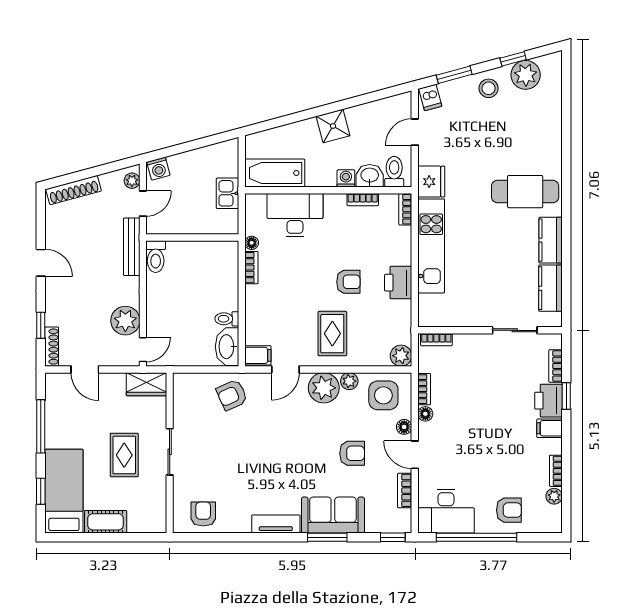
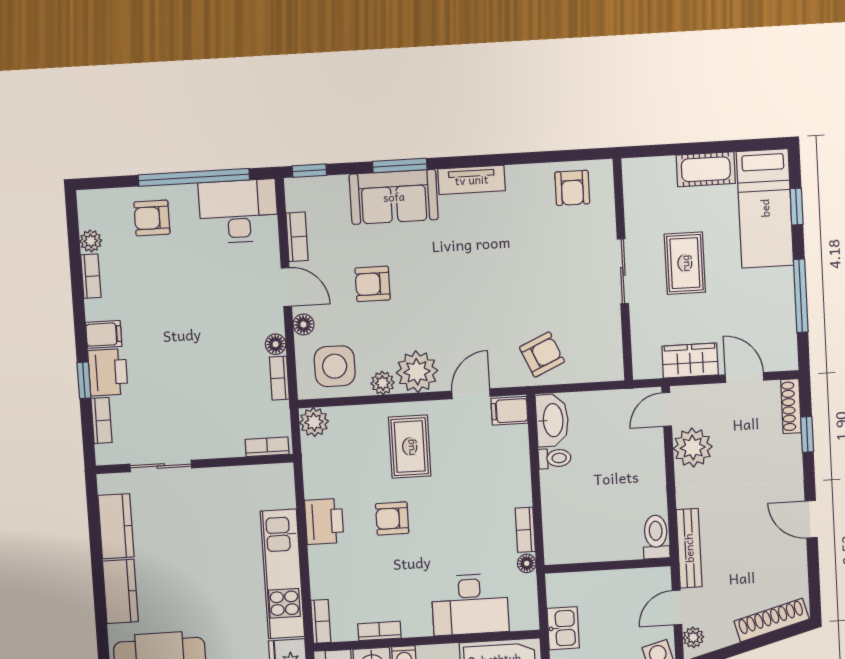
wardrobe: (146, 384) -> (690, 361), moved

